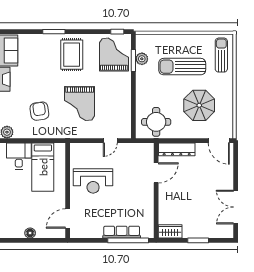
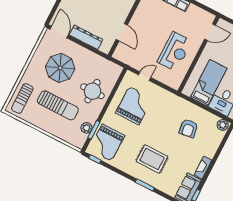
rug: (72, 55) -> (152, 159), moved, turned 90
grand piano: (80, 104) -> (134, 106), moved
round table: (156, 122) -> (92, 91), moved
dresser: (177, 149) -> (86, 37), moved
door: (156, 173) -> (122, 32), swing flipped
reception desk: (93, 181) -> (175, 51), turned 90

